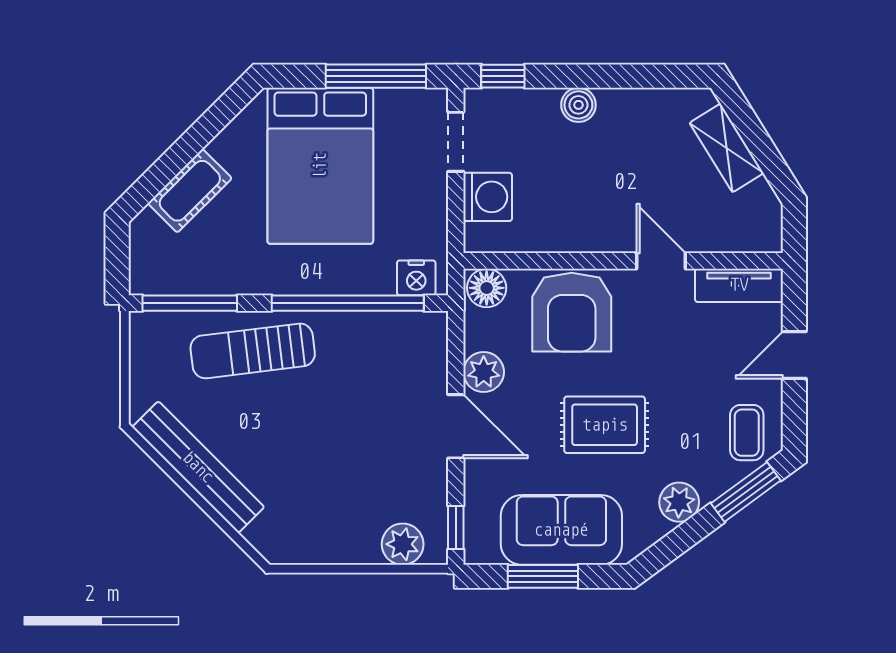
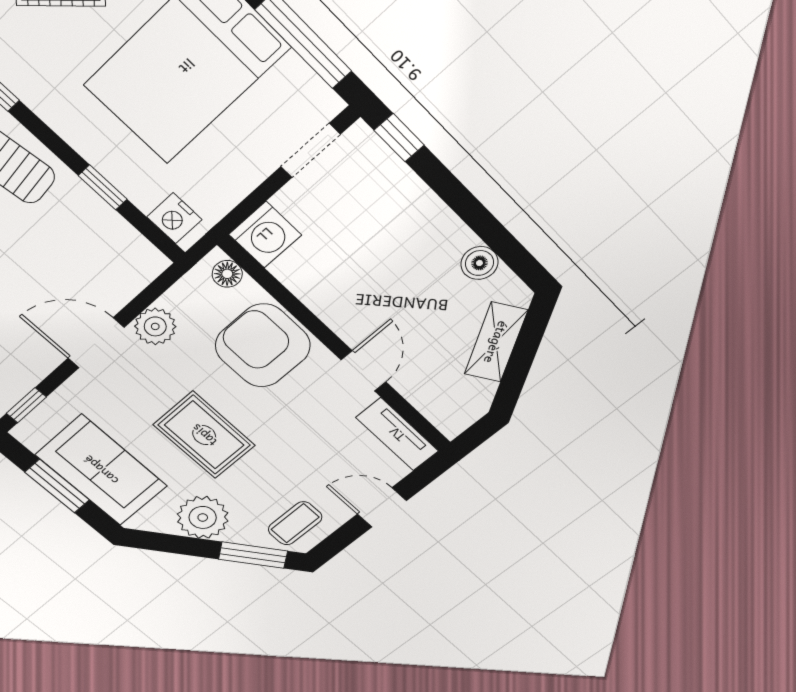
boiler: (578, 105) -> (479, 263), moved
washing machine: (488, 197) -> (265, 235), moved
floor lamp: (487, 288) -> (227, 274), width x0.73, depth x0.73
window: (348, 303) -> (103, 187), width x0.32
armchair: (572, 312) -> (263, 346), turned 90
door: (456, 426) -> (96, 343), swing flipped
plant: (679, 502) -> (203, 517), width x1.36, depth x1.36

